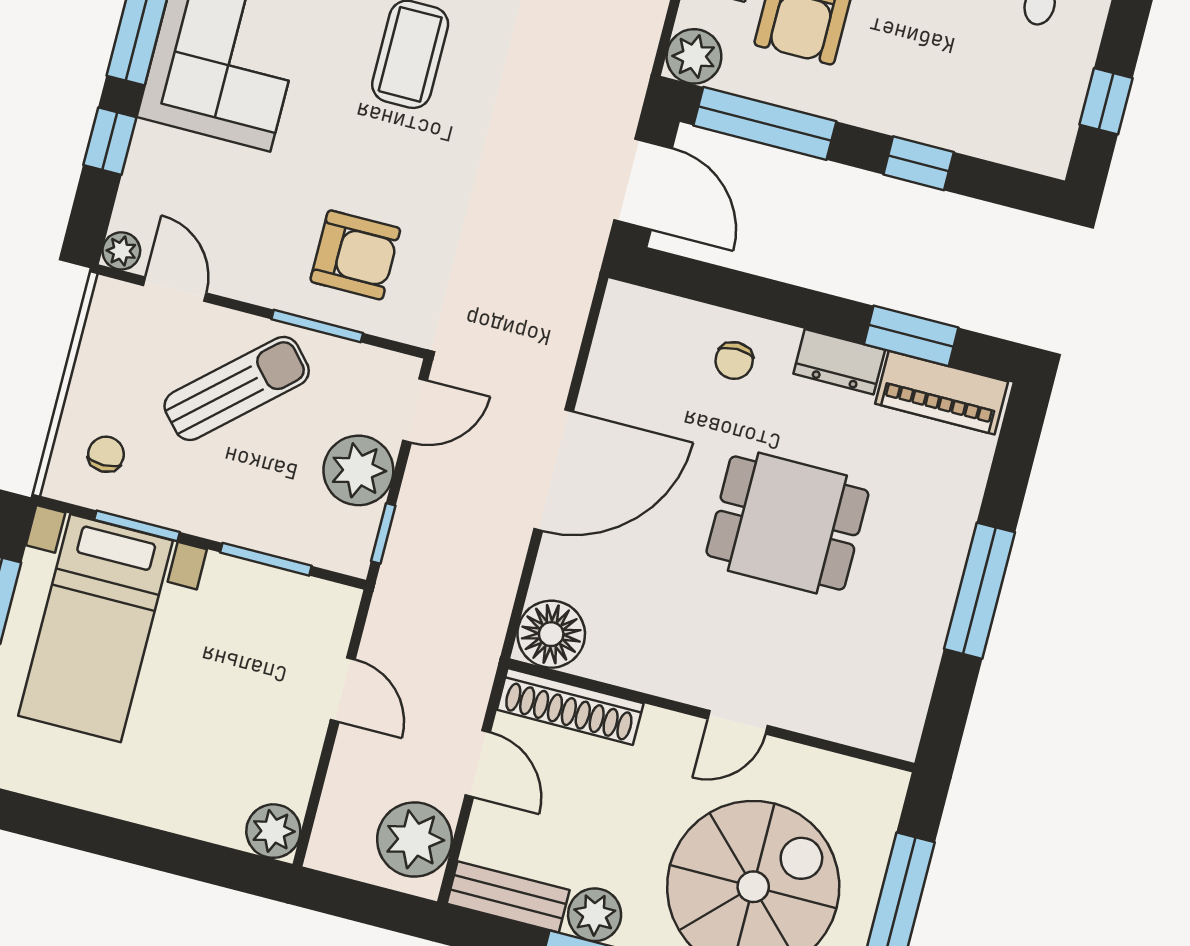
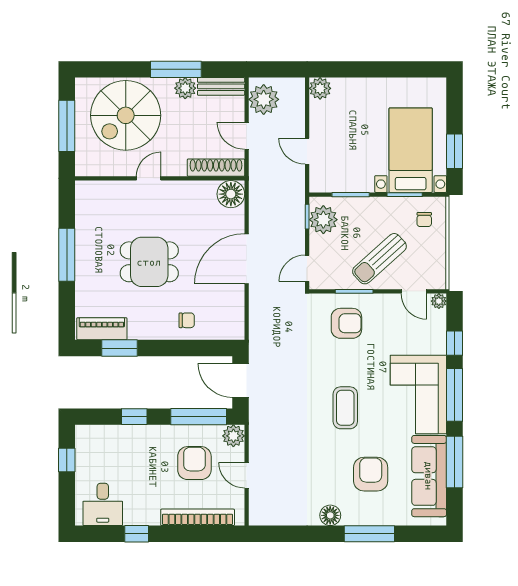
armchair: (355, 255) -> (346, 323), turned 180
chair: (734, 361) -> (187, 320), turned 90
dresser: (839, 362) -> (145, 330), removed
plant: (358, 470) -> (323, 220), moved

